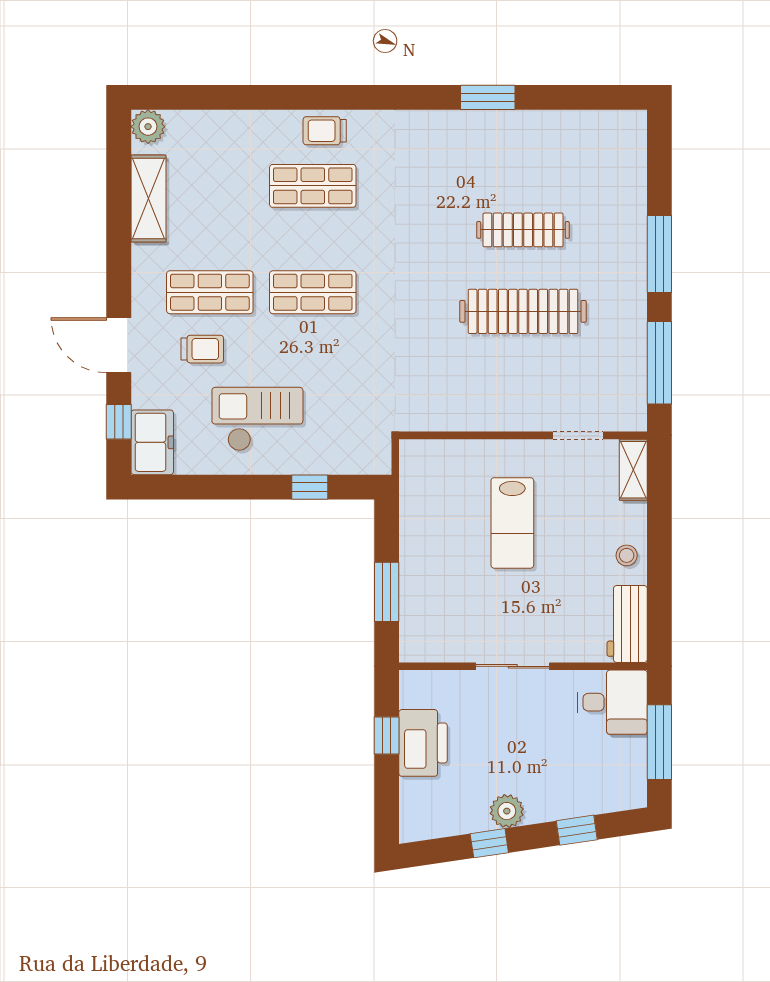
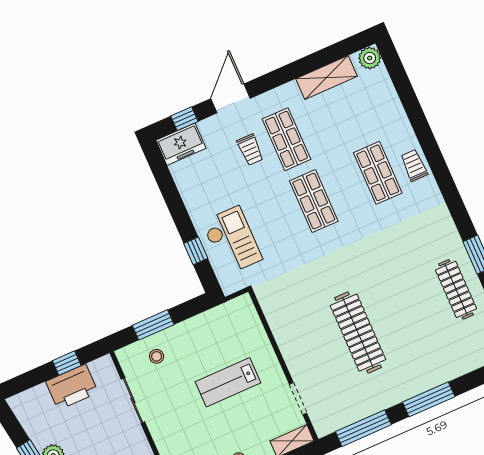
clothes rail: (523, 230) -> (456, 289), moved
checkout: (257, 419) -> (232, 241), moved
stool: (432, 606) -> (157, 356), added
sliding door: (513, 666) -> (133, 400), moved

